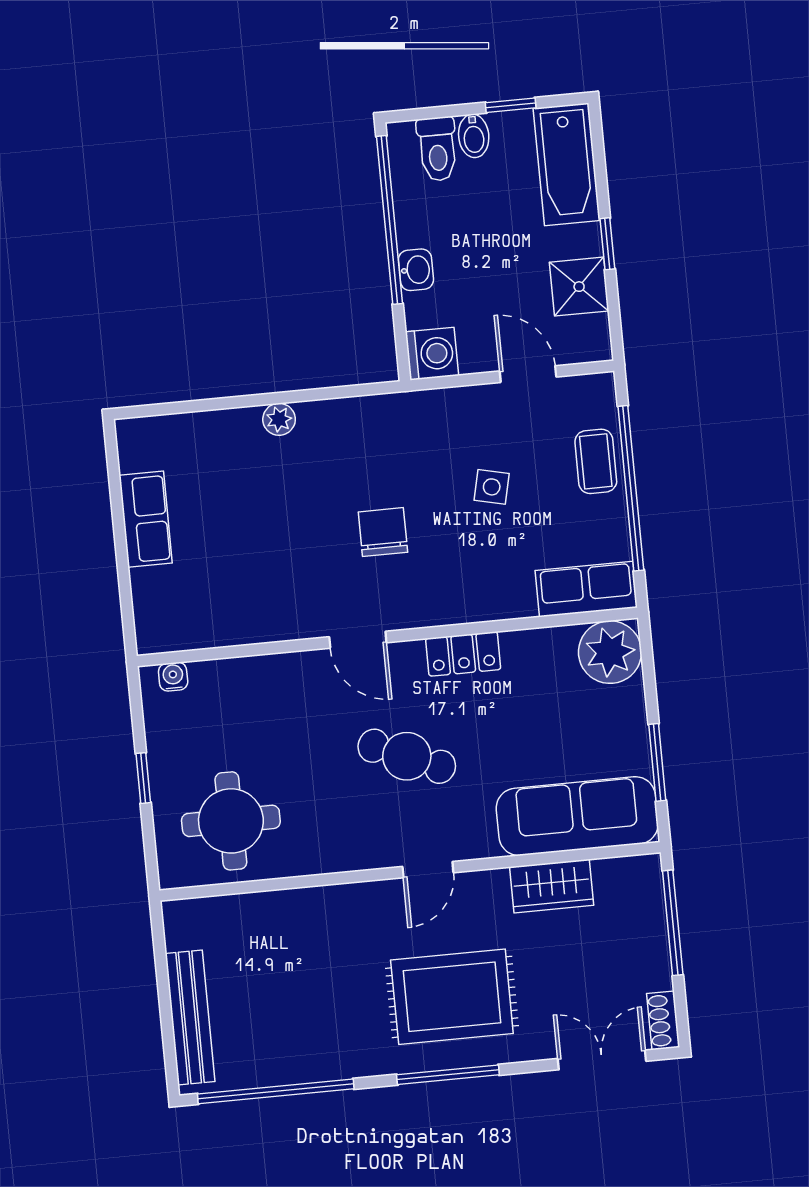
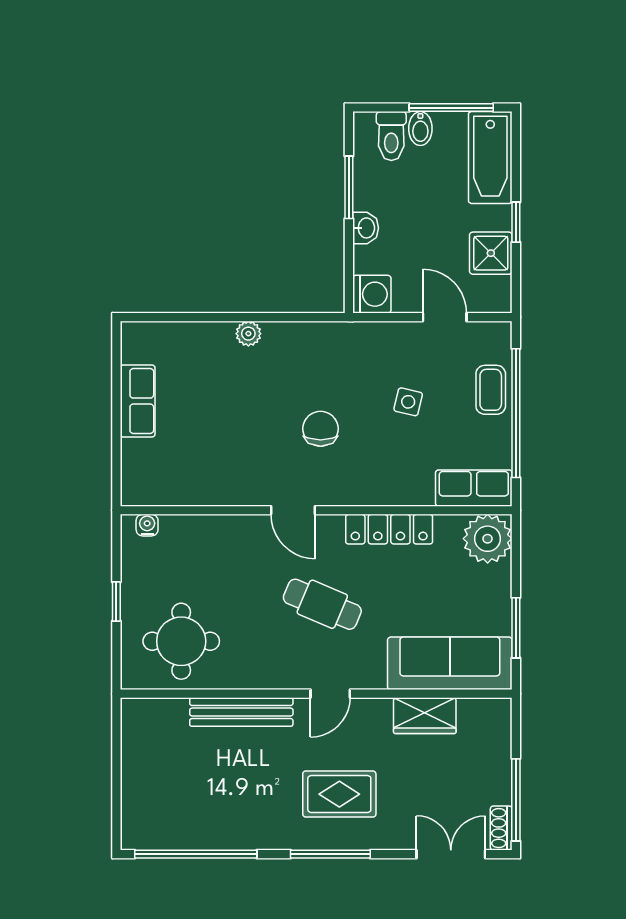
window: (511, 105) -> (451, 108), width x2.17
window: (390, 220) -> (349, 187), width x0.47
locker: (463, 654) -> (389, 529), width x1.53
window: (673, 923) -> (516, 800), moved
rug: (452, 997) -> (339, 794), width x0.73, depth x0.70
bench: (190, 1018) -> (241, 712), moved, turned 90

